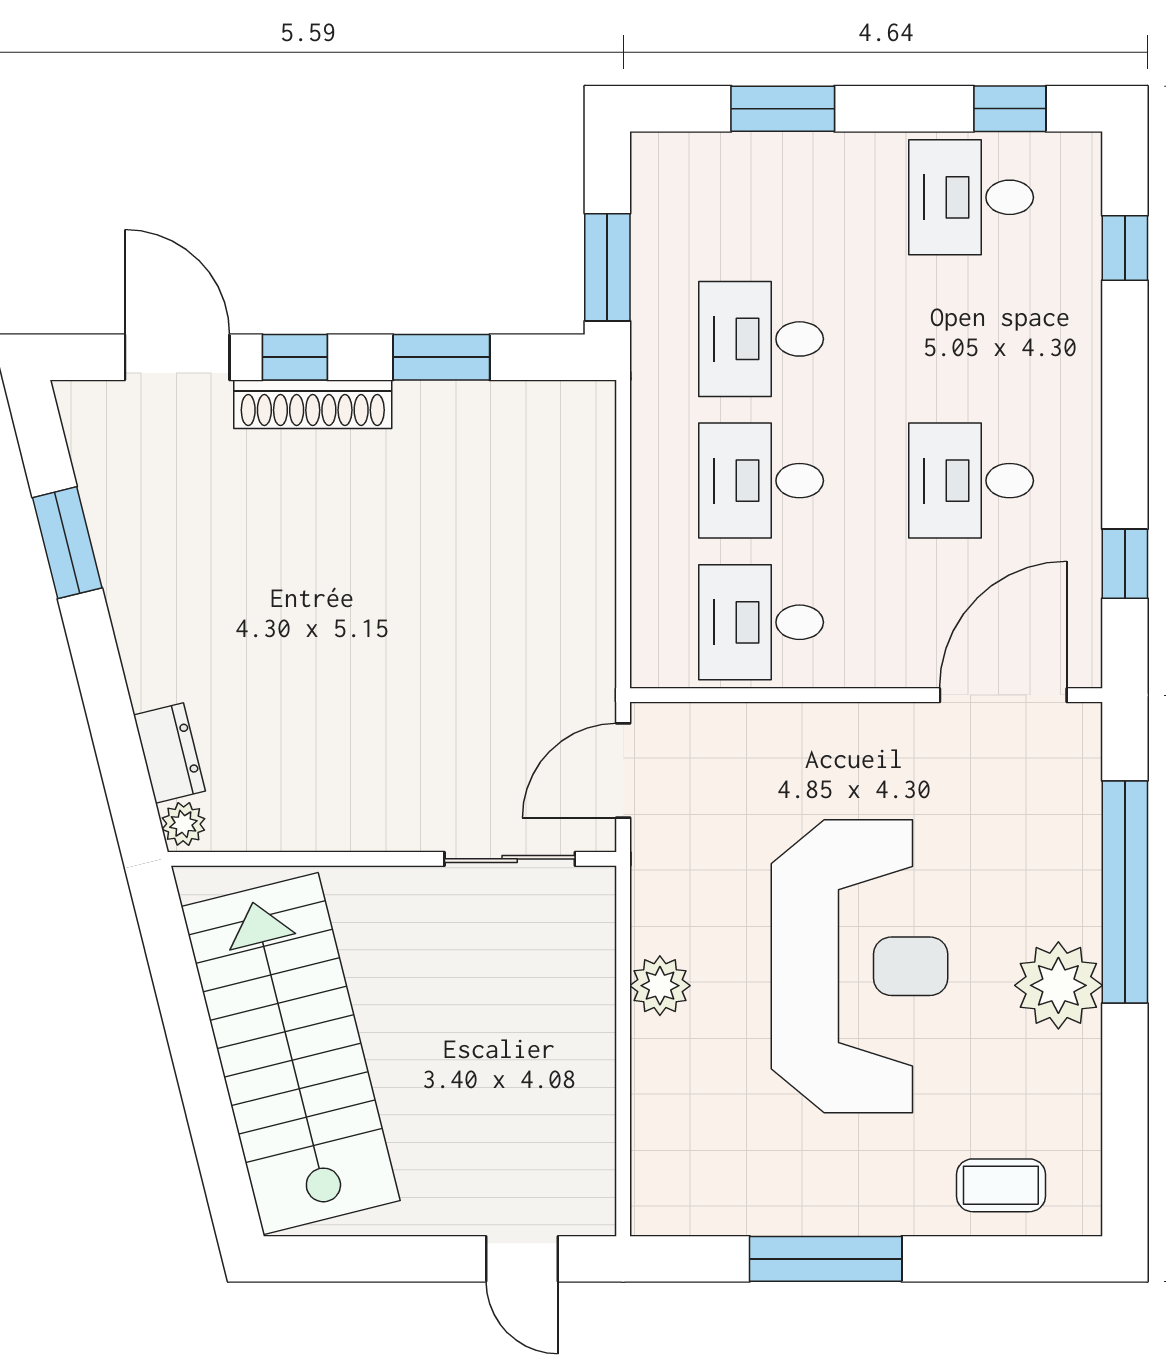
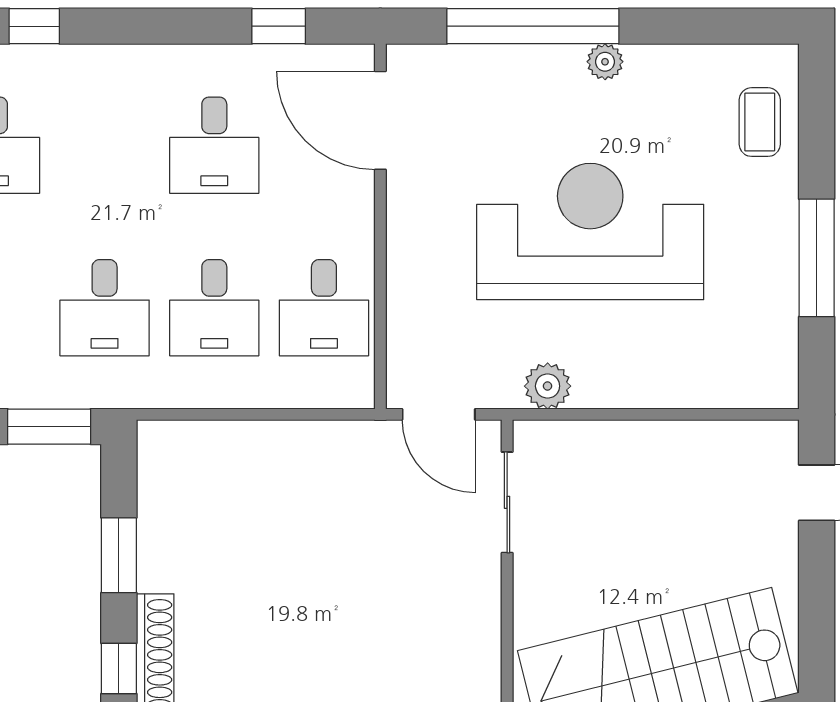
plant: (1058, 985) -> (605, 62), width x0.53, depth x0.53
plant: (660, 986) -> (548, 386), moved

